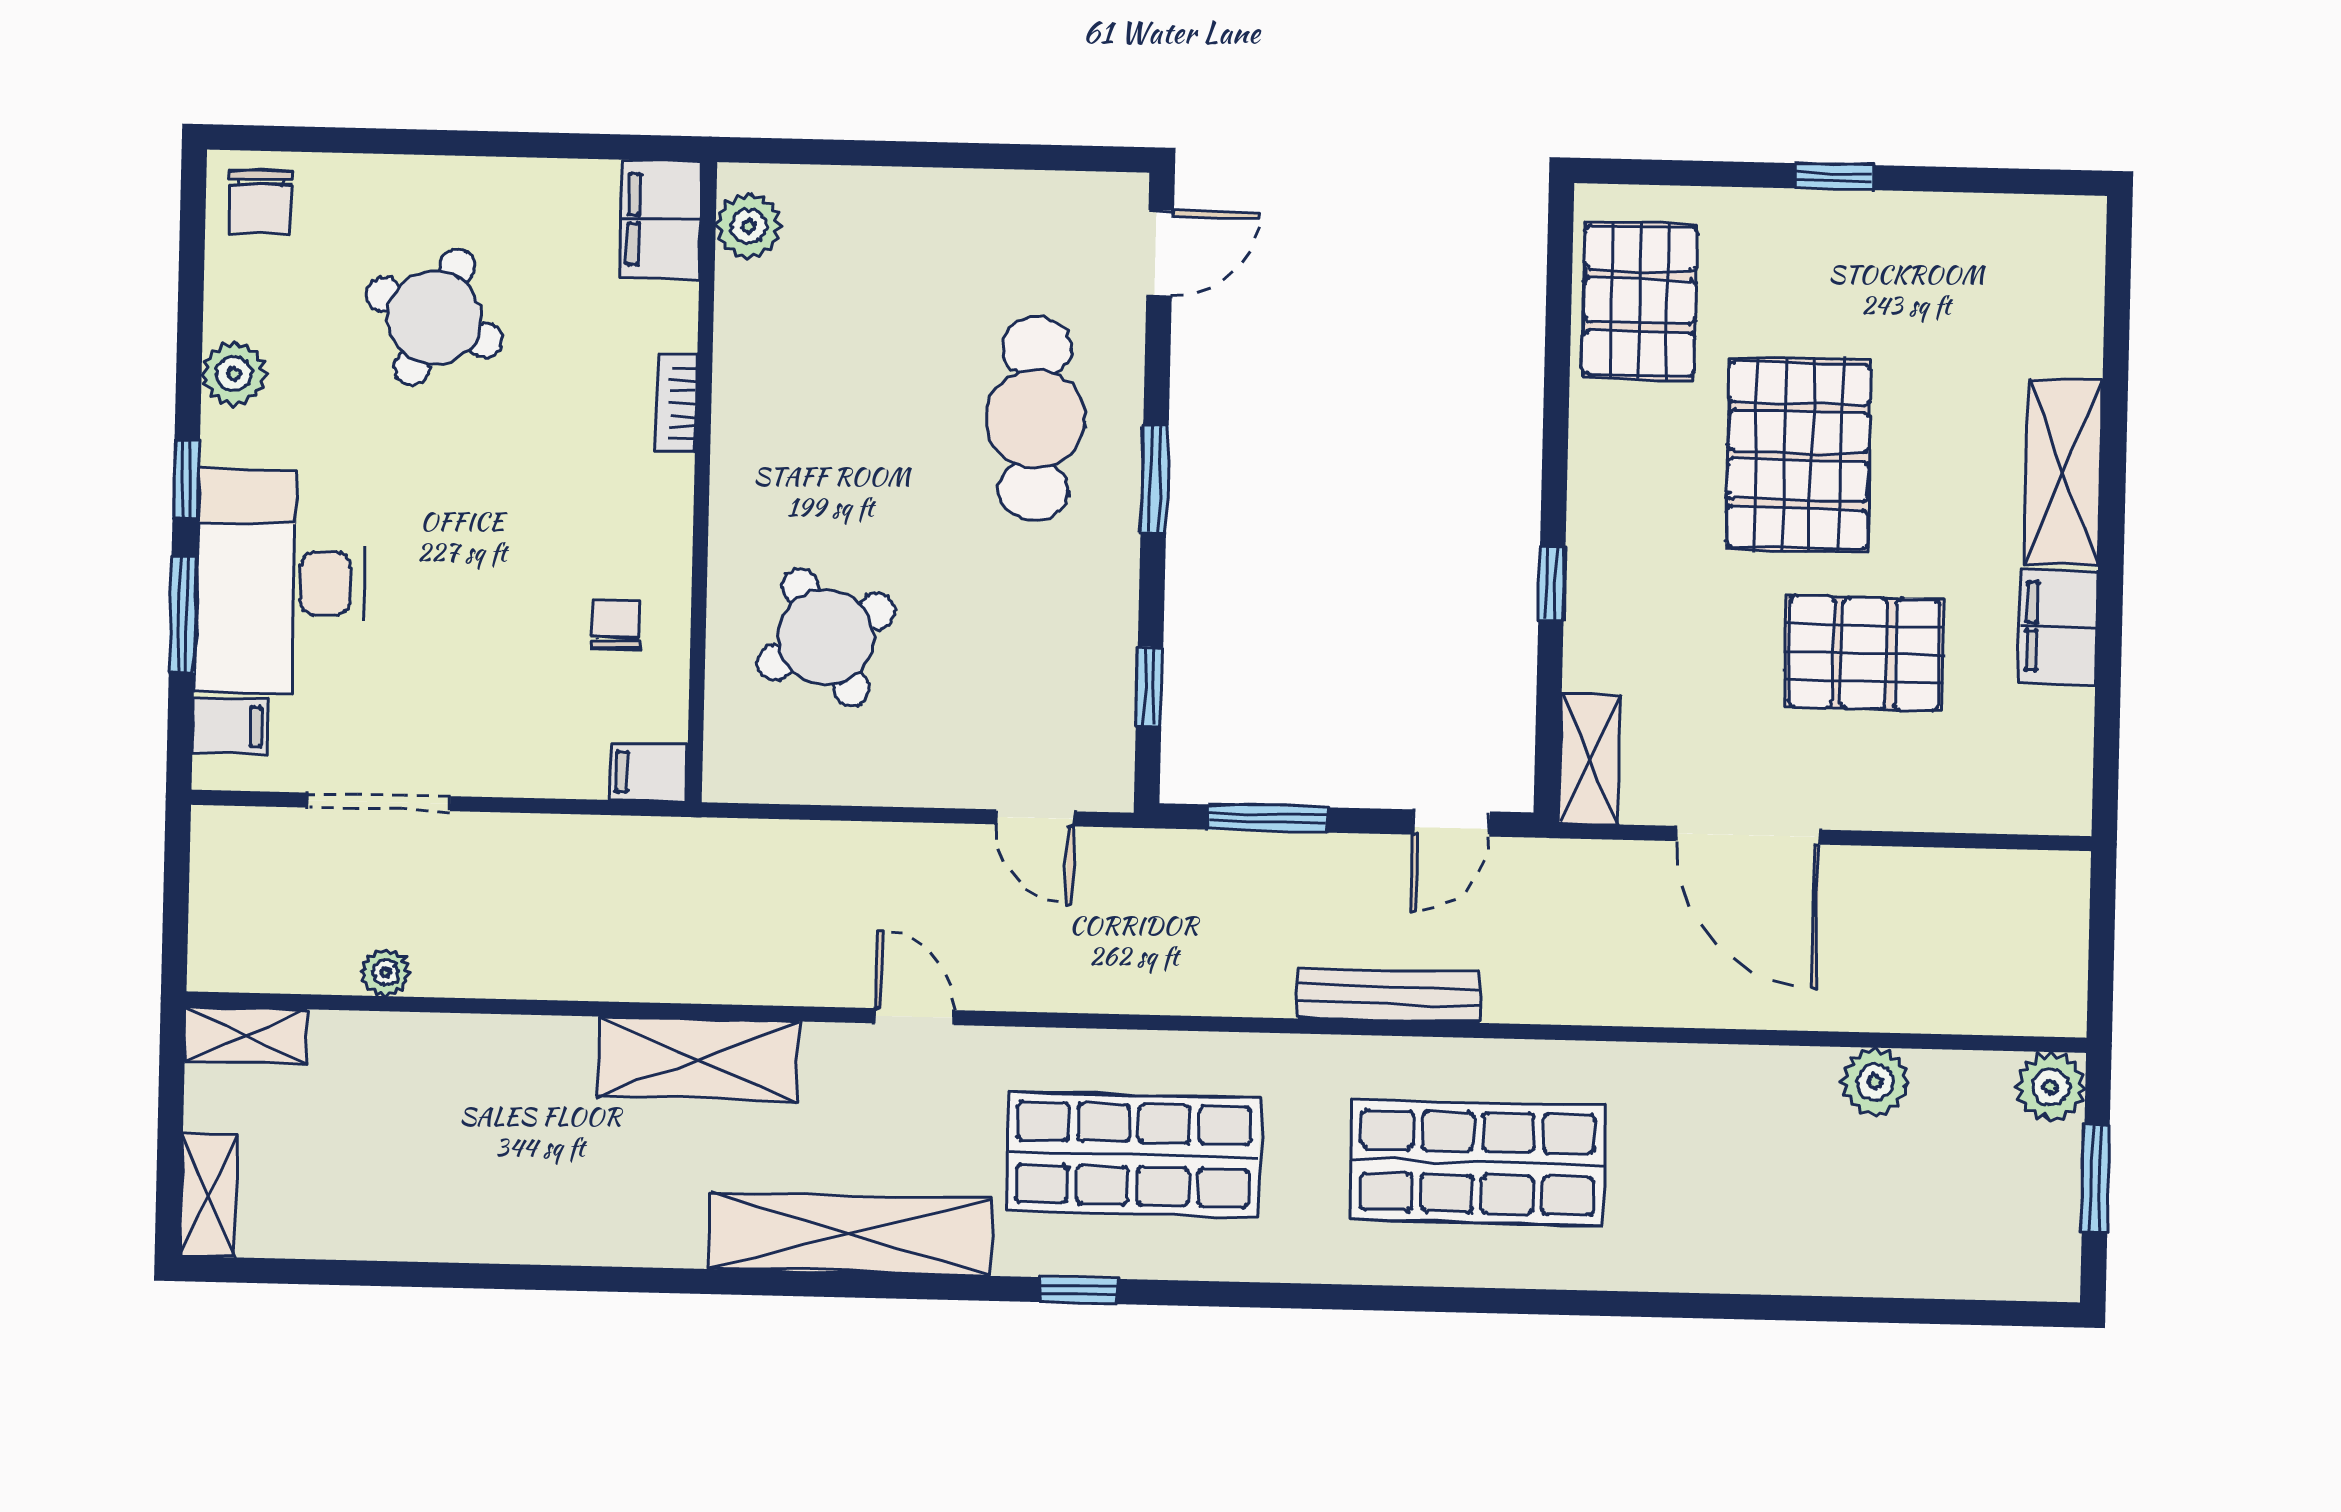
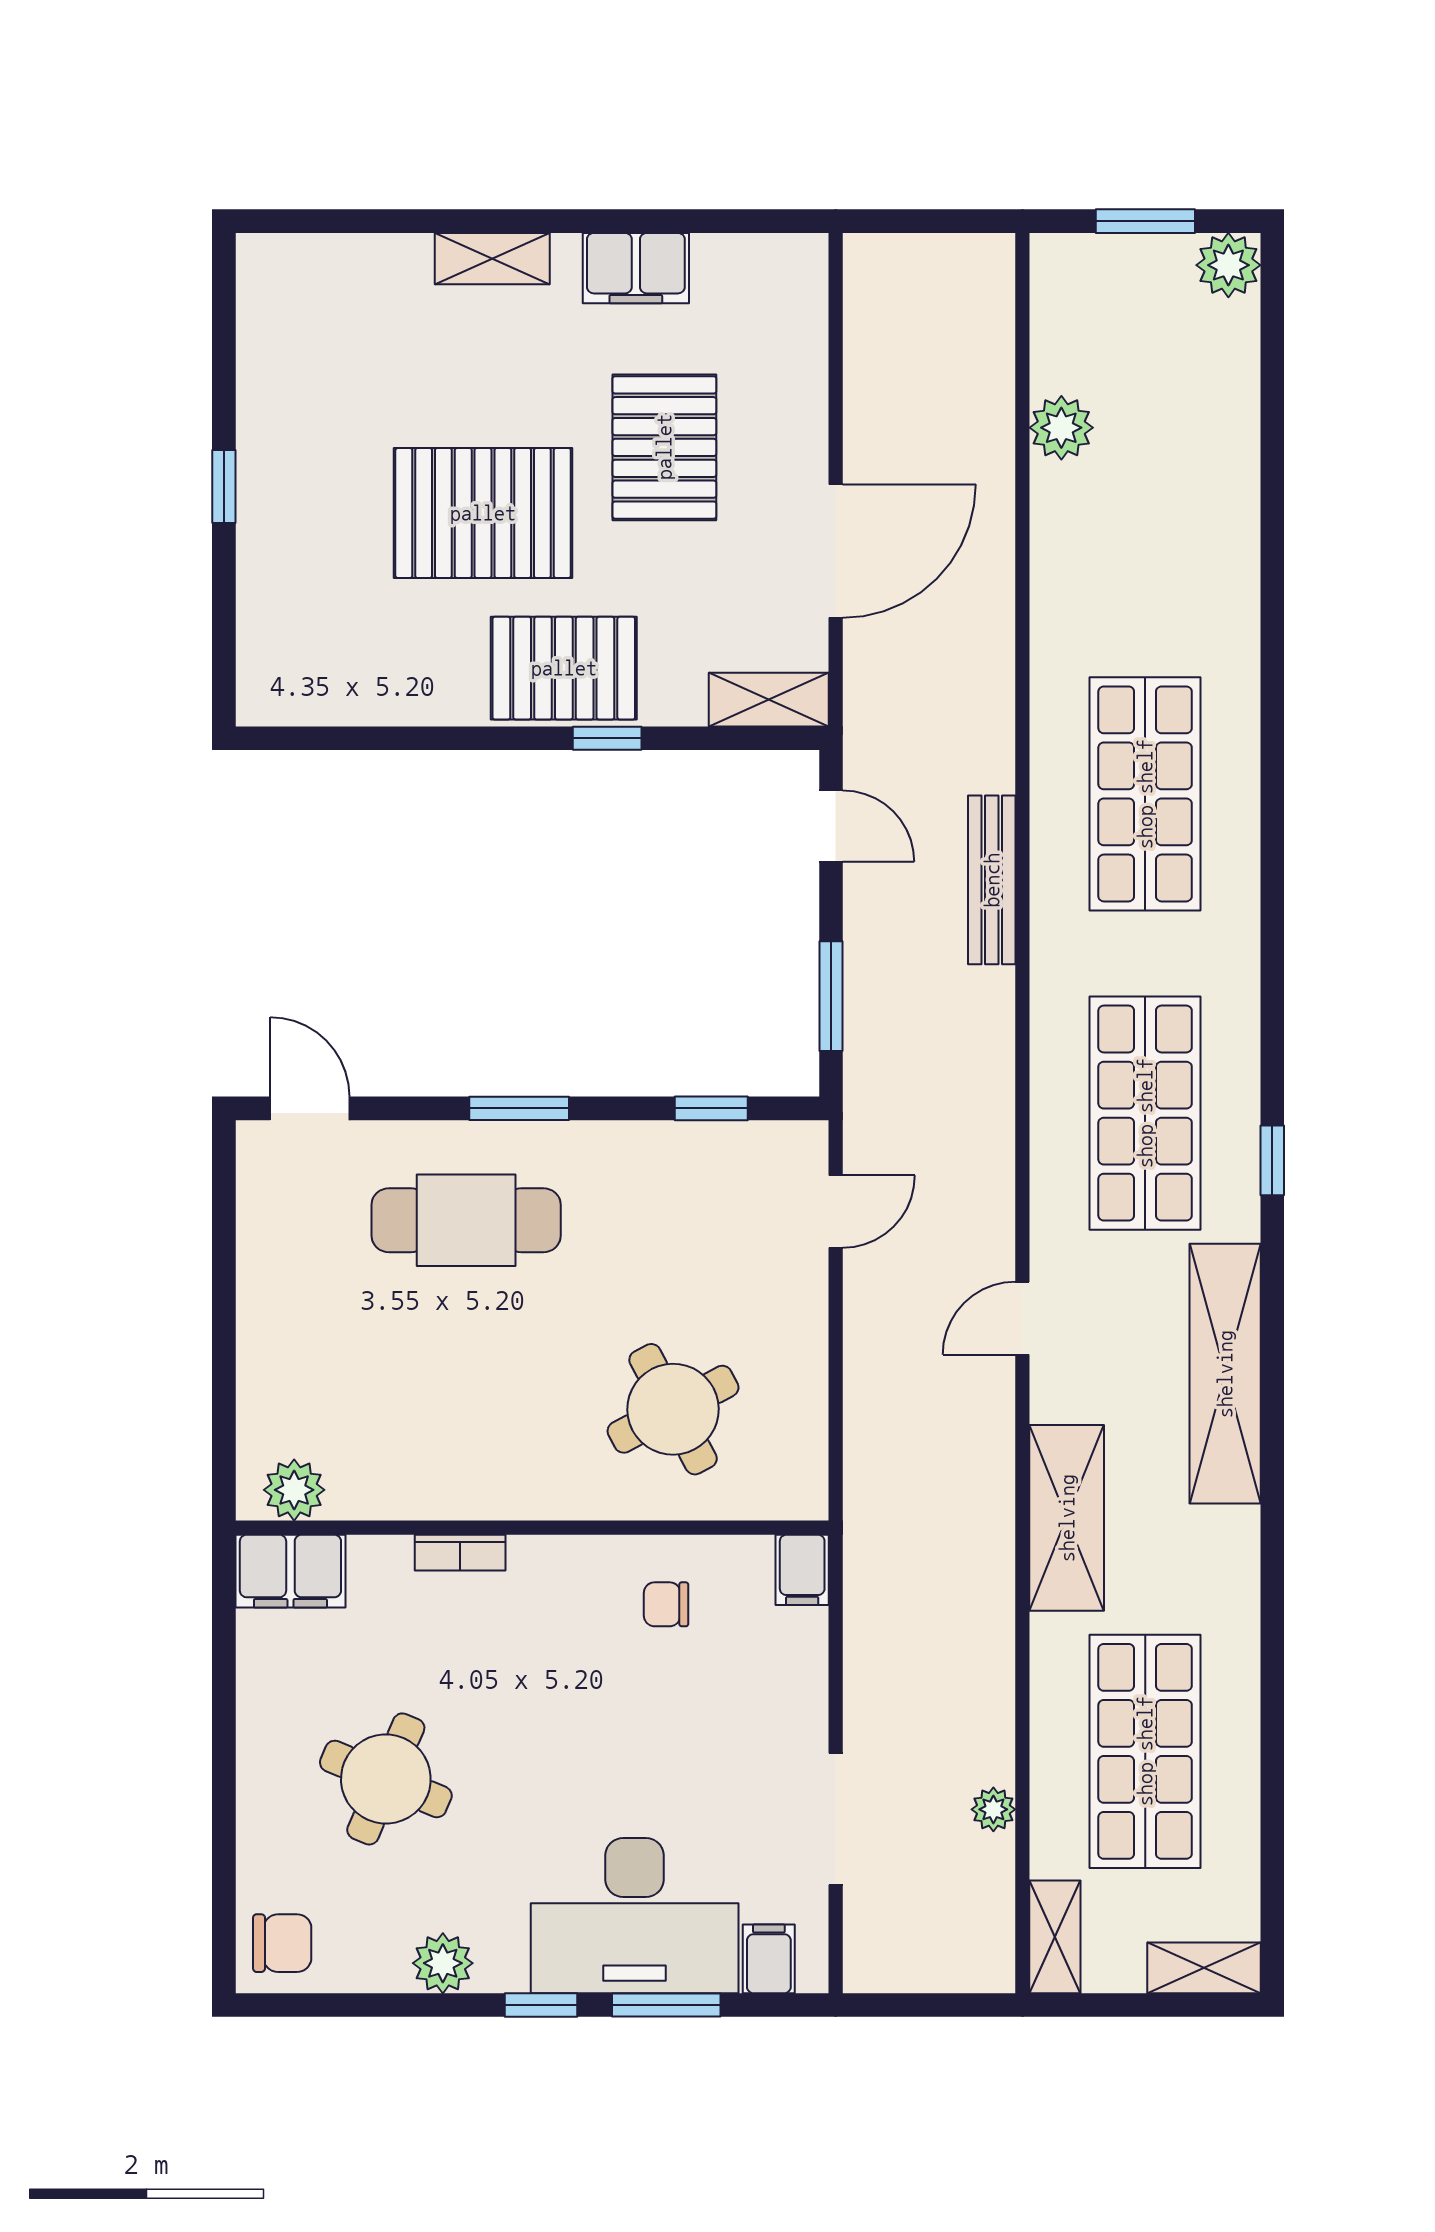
pallet: (1640, 301) -> (564, 668), moved
shelving: (2063, 472) -> (492, 259), width x0.67, depth x0.75
plant: (2051, 1087) -> (1228, 265), moved
shop shelf: (444, 1138) -> (1145, 1751), added

